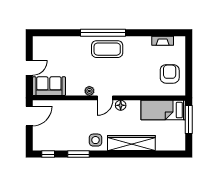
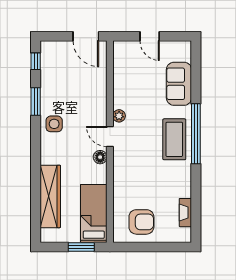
sofa: (49, 86) -> (179, 84), moved, turned 180
window: (189, 119) -> (81, 247), width x0.69
wardrobe: (131, 143) -> (50, 196), moved

